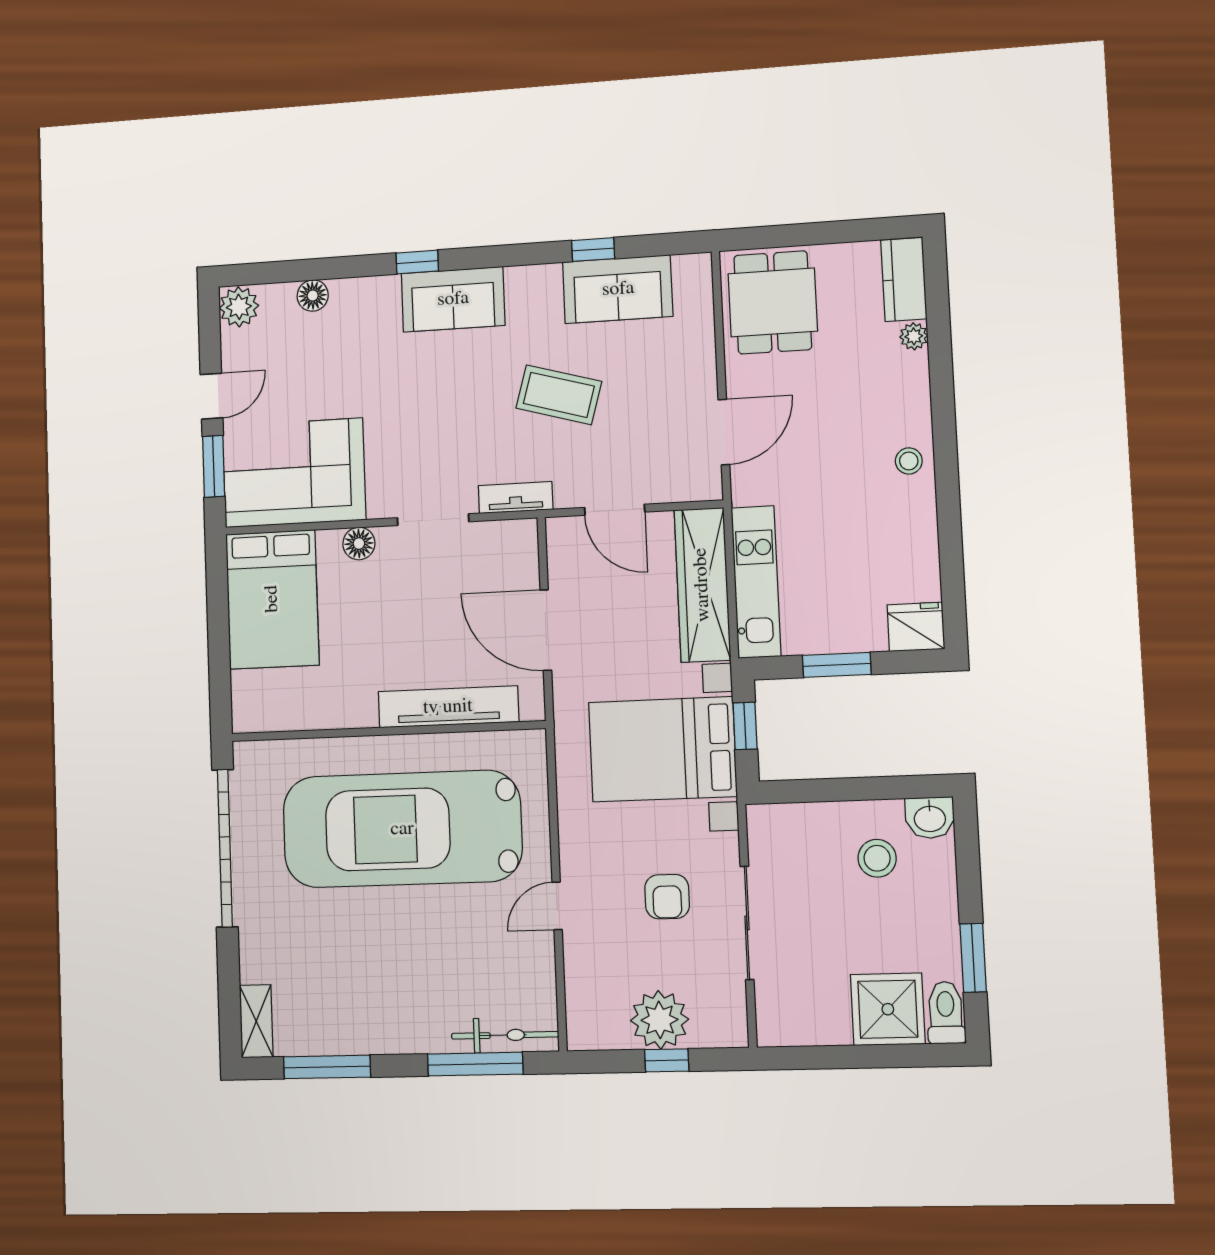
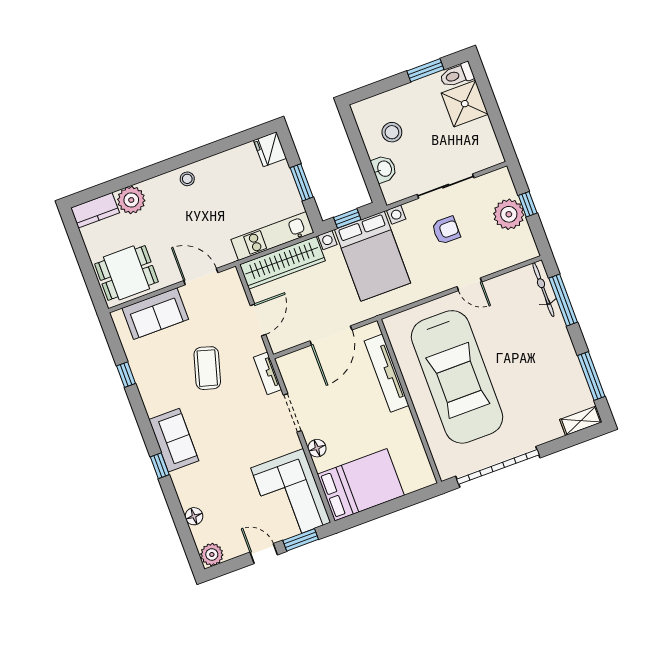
sofa: (618, 289) -> (155, 314), moved, turned 90
plant: (914, 336) -> (131, 200), width x1.87, depth x1.87
washbasin: (930, 818) -> (384, 169), moved

